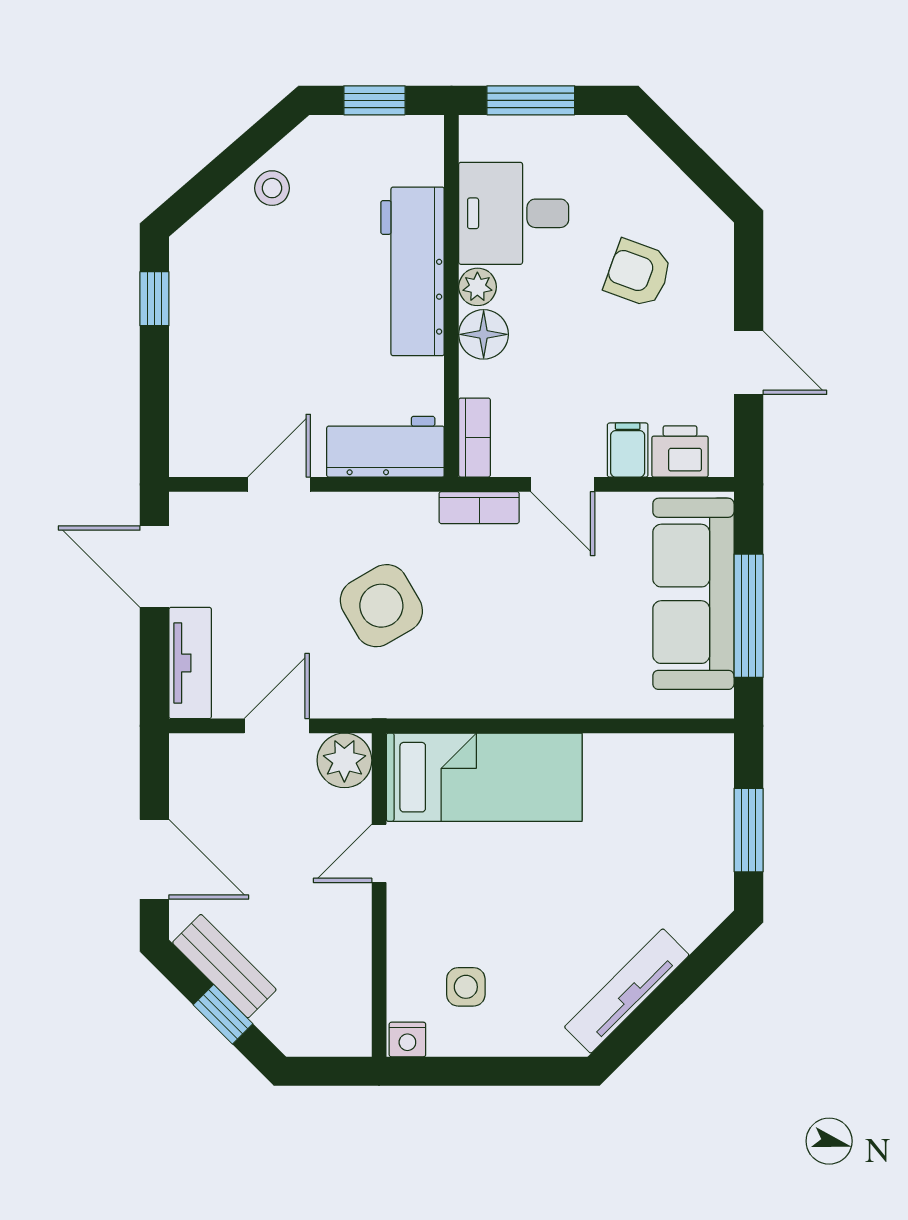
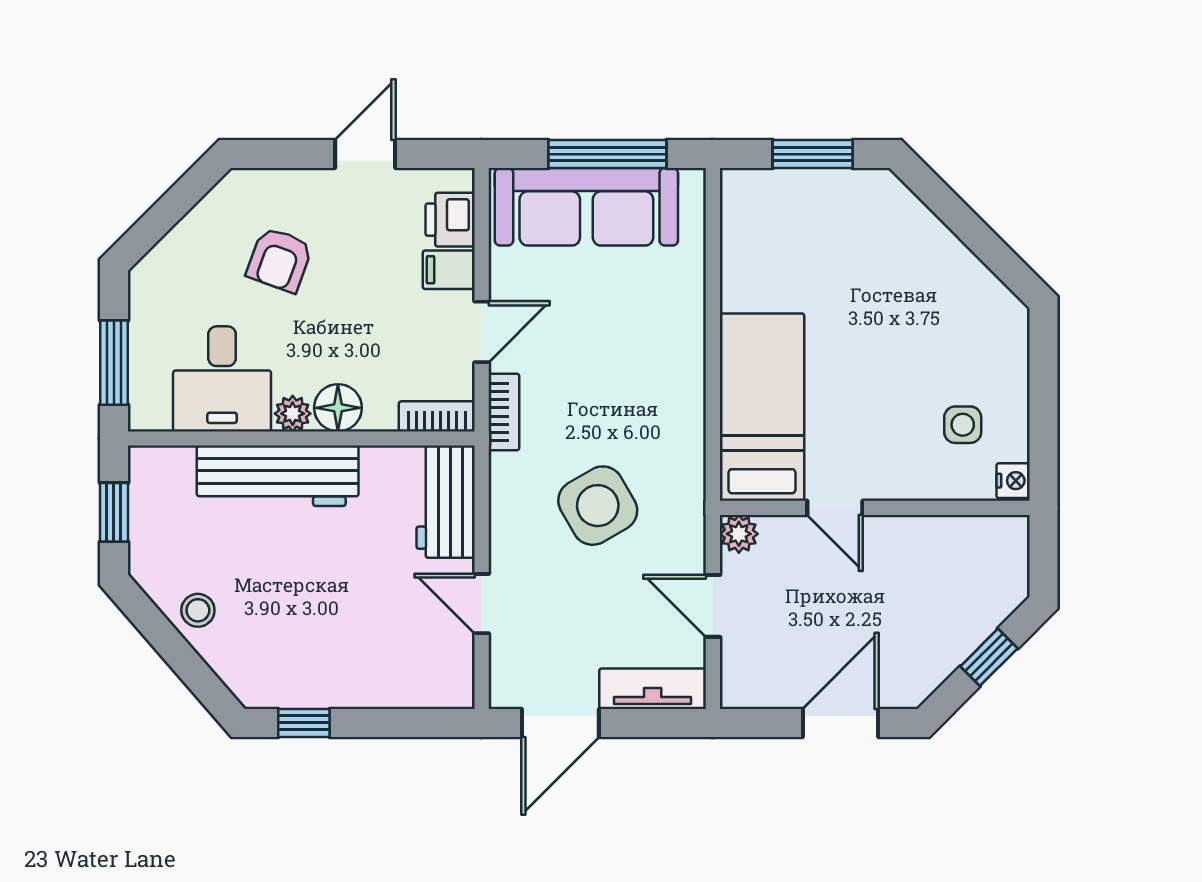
plant: (344, 760) -> (739, 534), width x0.73, depth x0.73
bench: (224, 966) -> (943, 656), removed
tv unit: (627, 991) -> (967, 271), removed

